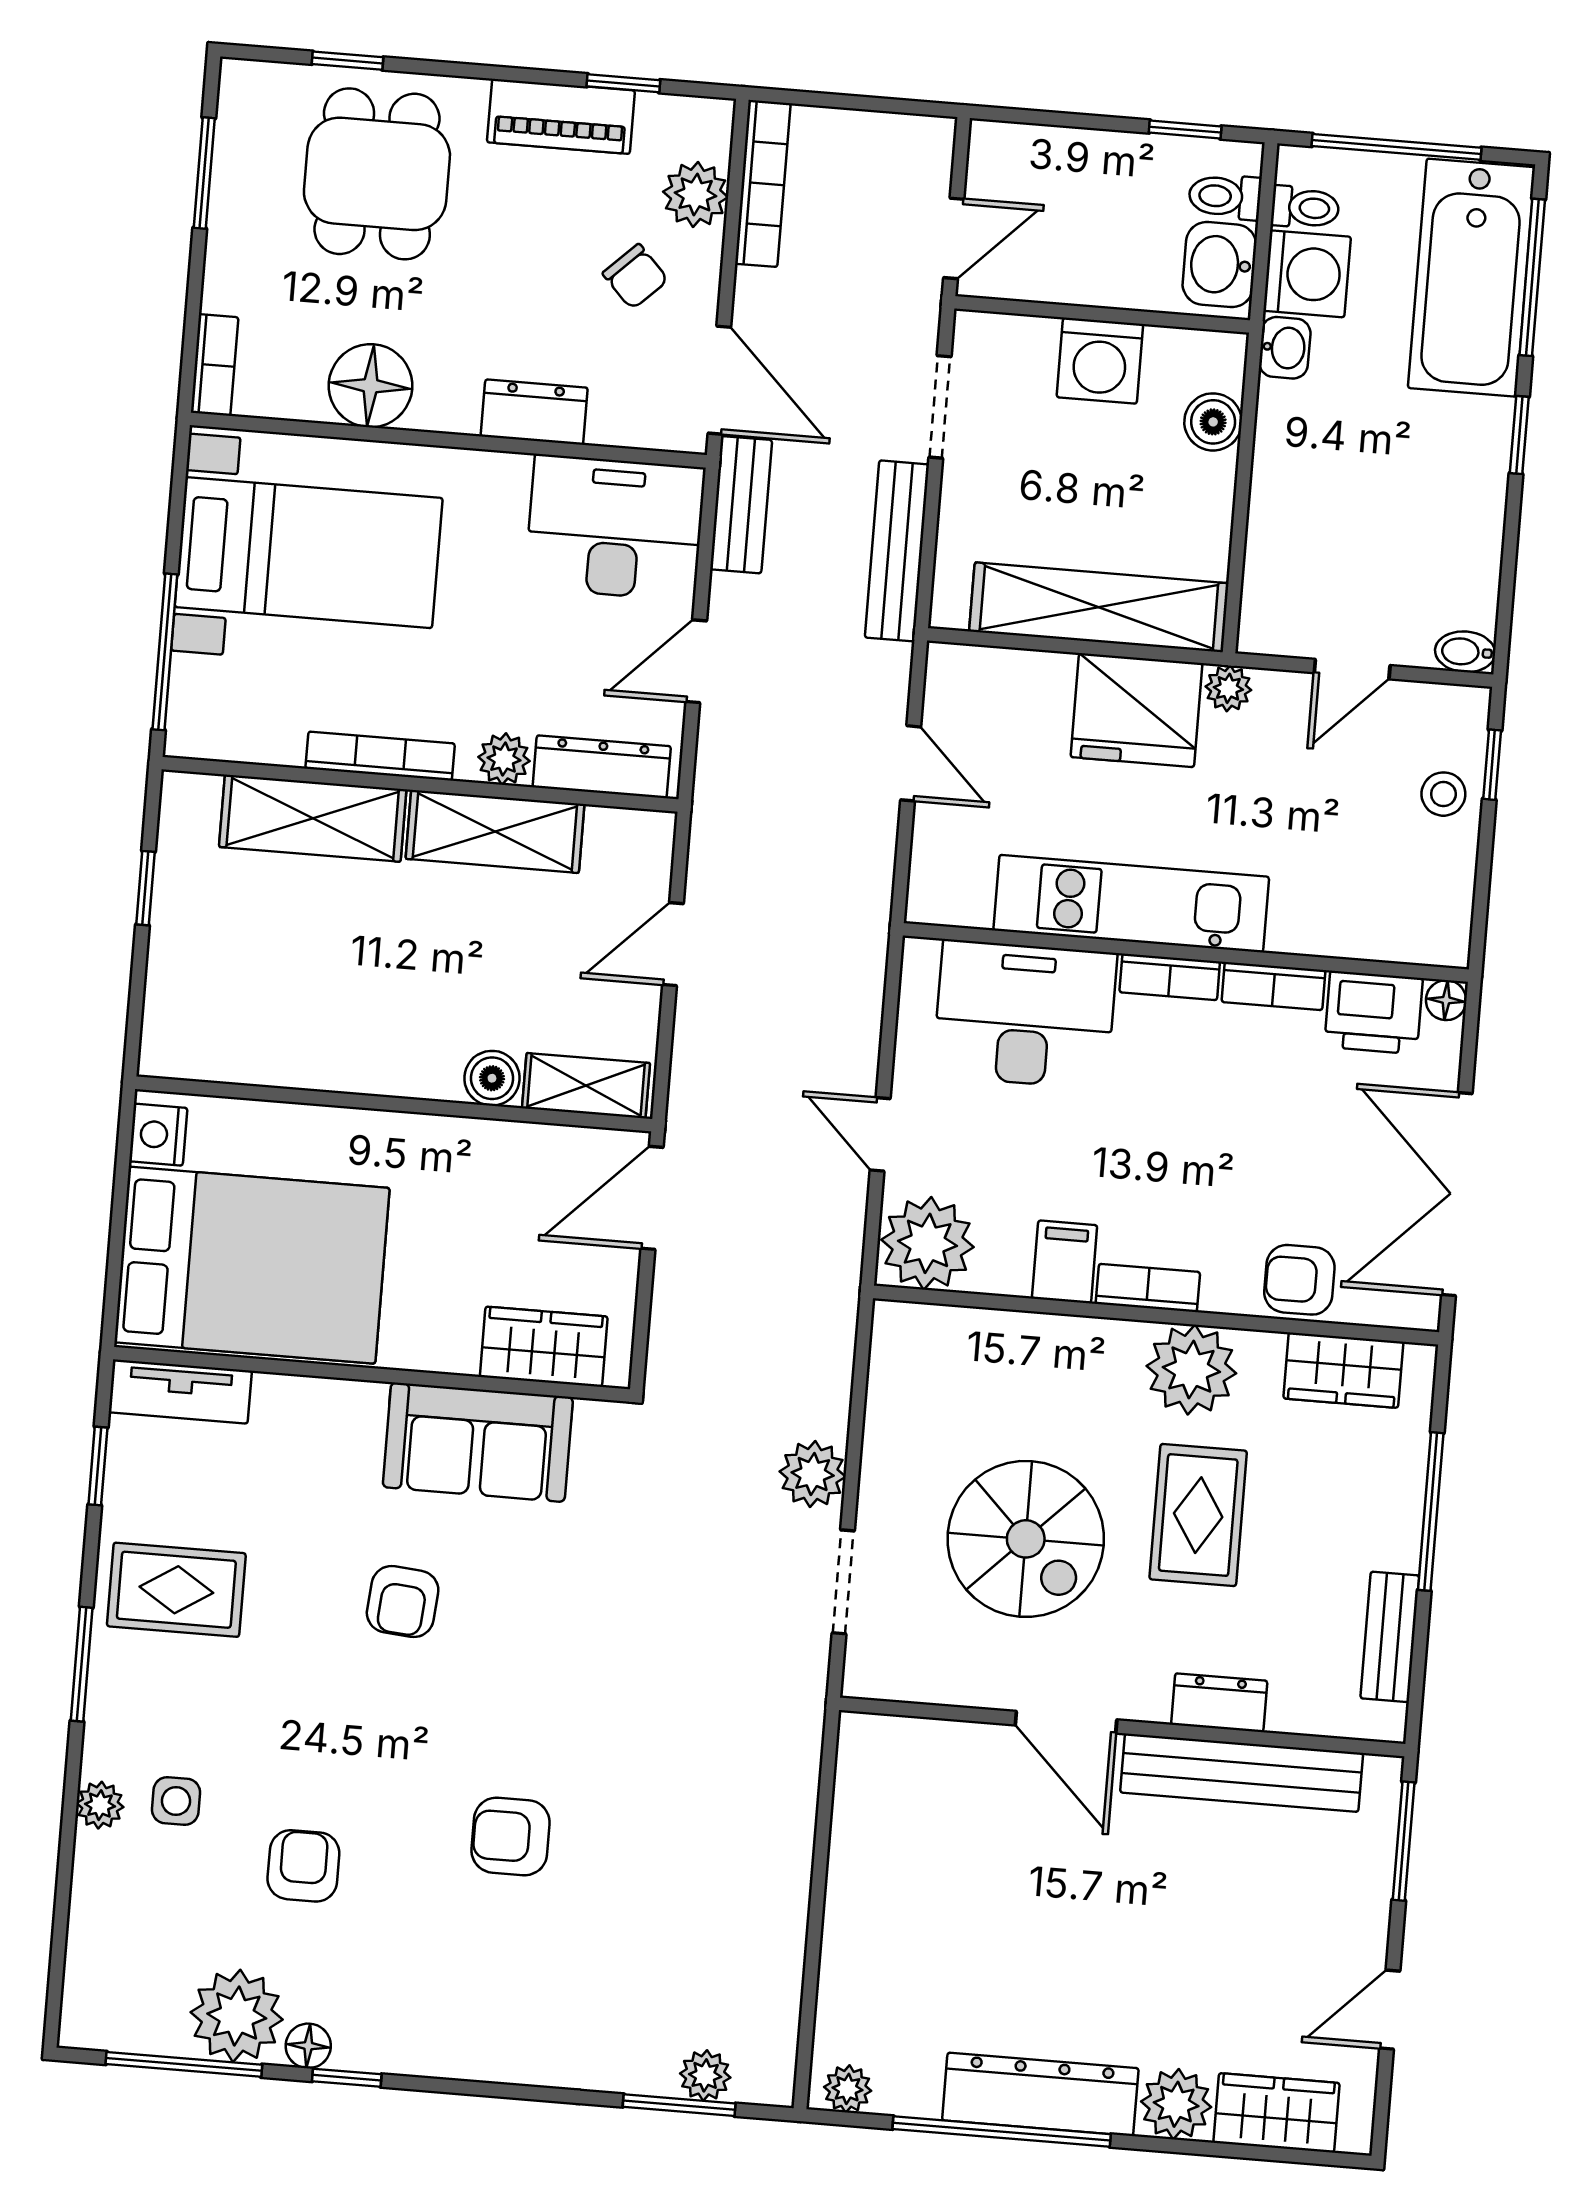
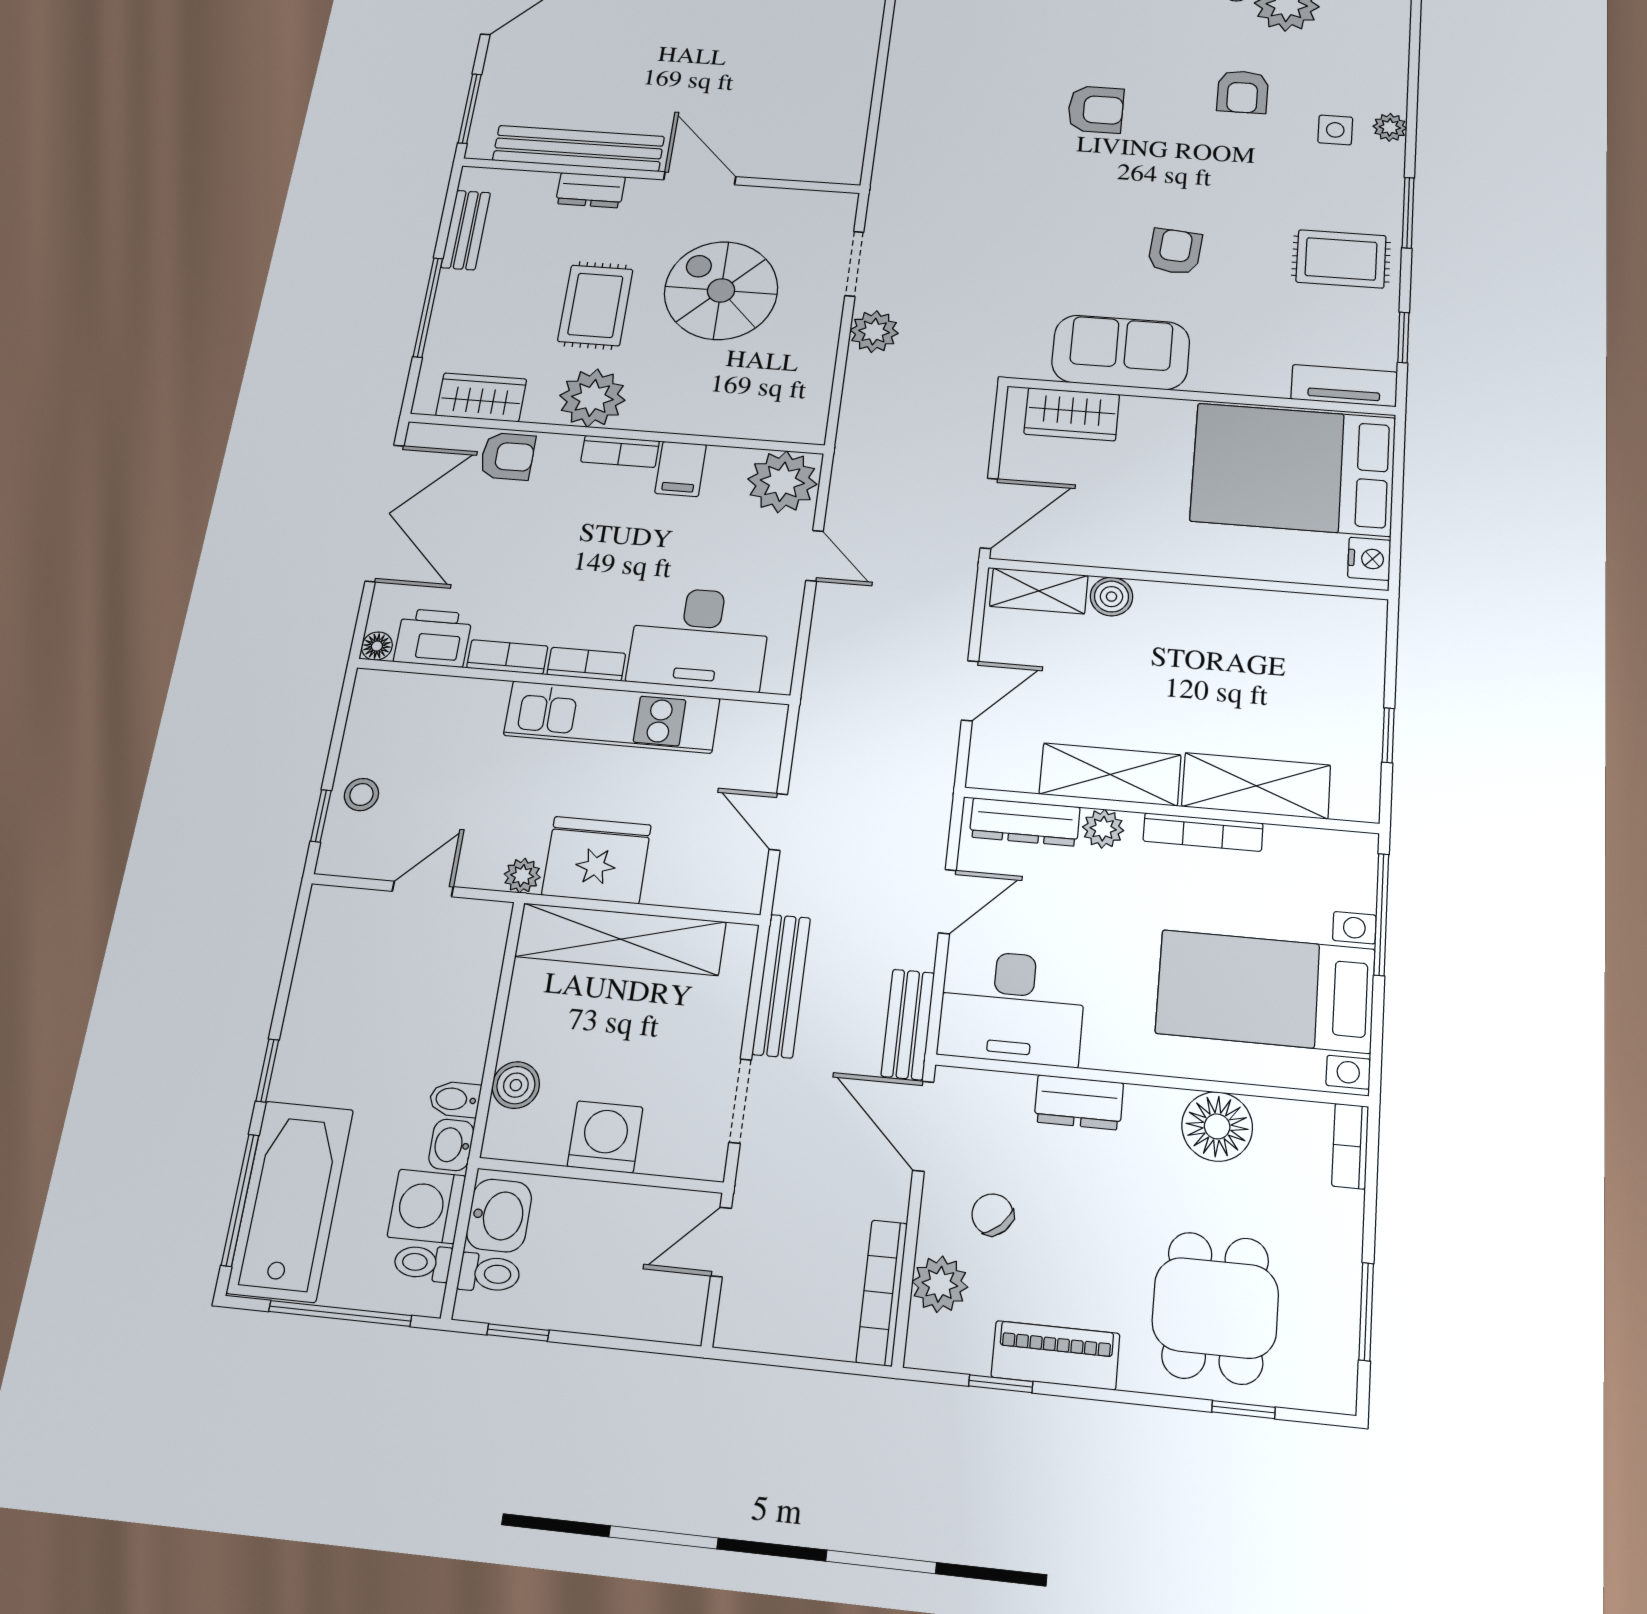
bidet: (1465, 652) -> (455, 1099), moved, turned 180

